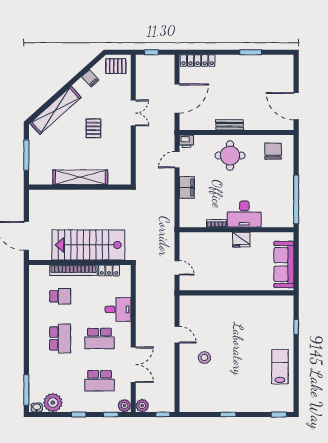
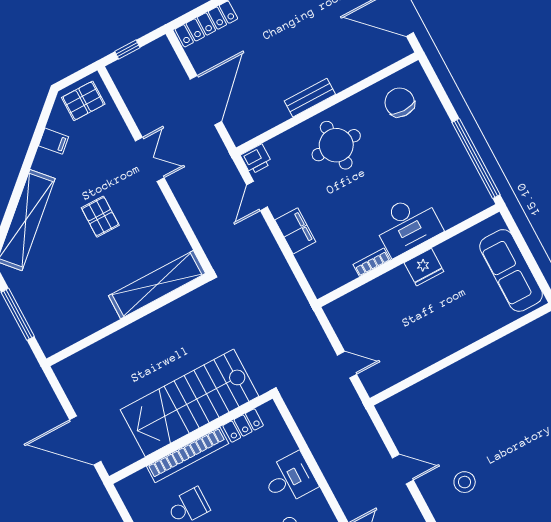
shelving: (80, 177) -> (157, 285), moved

